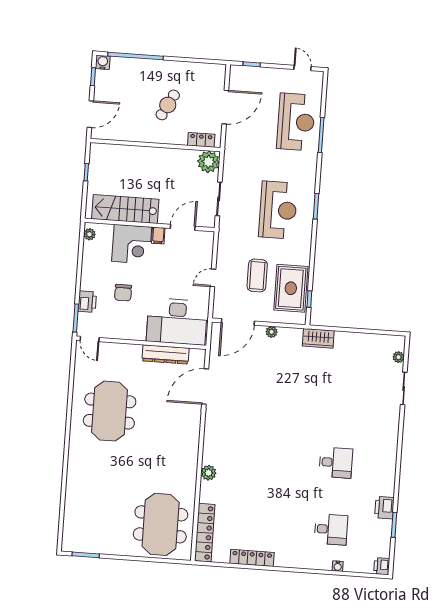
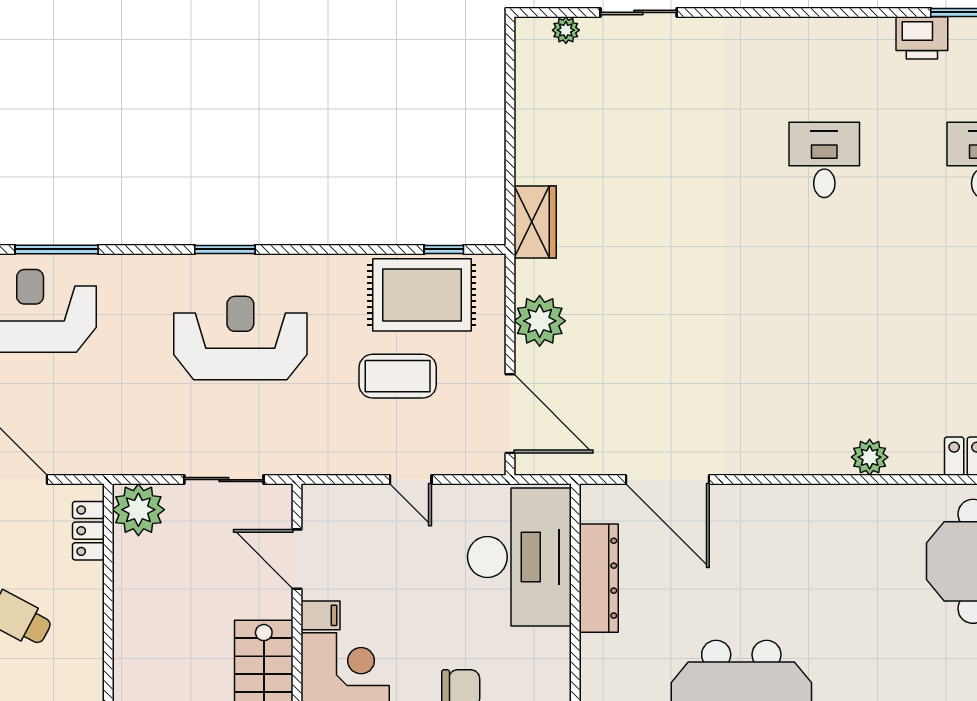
plant: (272, 332) -> (540, 321), width x1.87, depth x1.87

